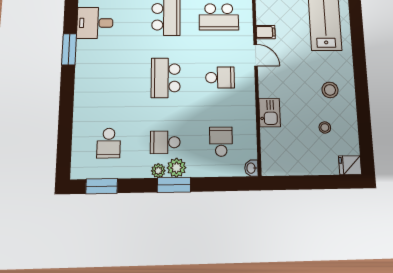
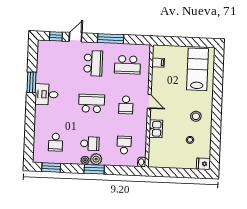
desk: (95, 23) -> (47, 94), moved
filing cabinet: (266, 32) -> (158, 63), moved
door: (256, 55) -> (149, 101), moved
school desk: (166, 78) -> (92, 103), turned 90
school desk: (220, 78) -> (126, 105), turned 90
school desk: (165, 142) -> (90, 144), turned 180

